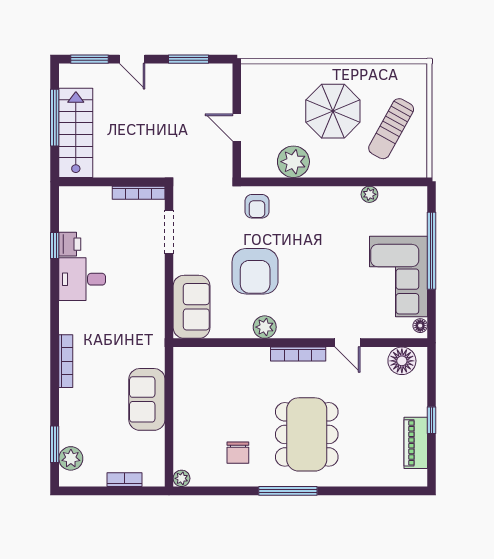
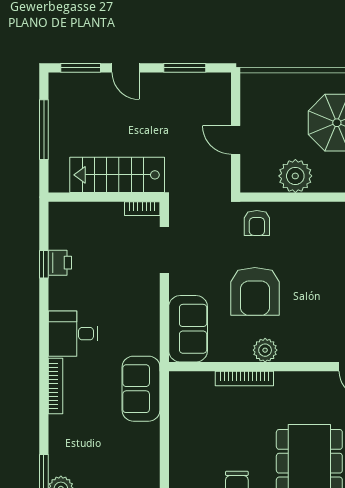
stairs: (76, 133) -> (117, 175), moved, turned -90
bookcase: (139, 193) -> (142, 209), width x0.64
desk: (82, 279) -> (73, 334), moved
bookcase: (298, 354) -> (244, 378), moved
sofa: (147, 399) -> (141, 389), moved

